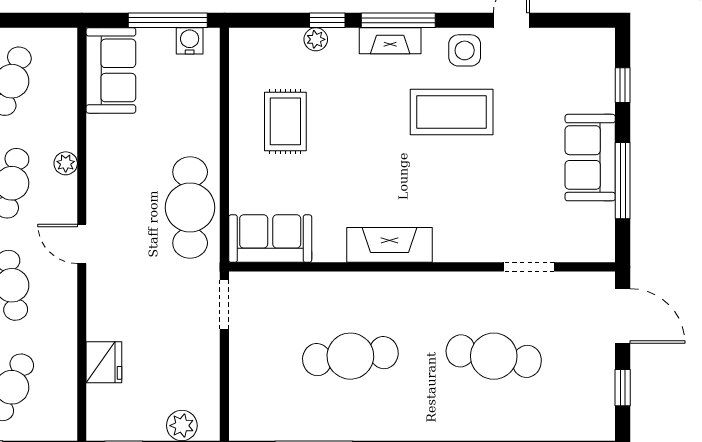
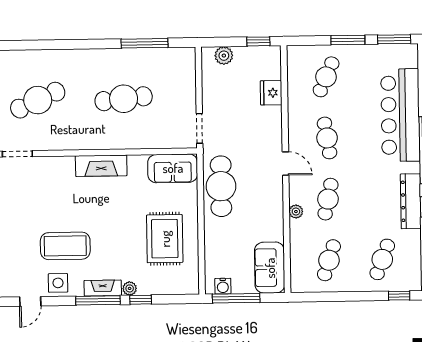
plant: (316, 39) -> (130, 288), moved
rug: (285, 121) -> (165, 239), width x1.36, depth x1.43
cafe table: (494, 356) -> (38, 100), turned -33

